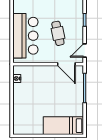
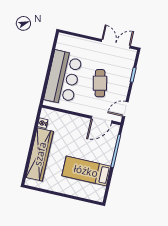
door: (66, 64) -> (102, 120), hinge flipped
wardrobe: (20, 106) -> (40, 154), added
bed: (63, 126) -> (86, 171), moved

